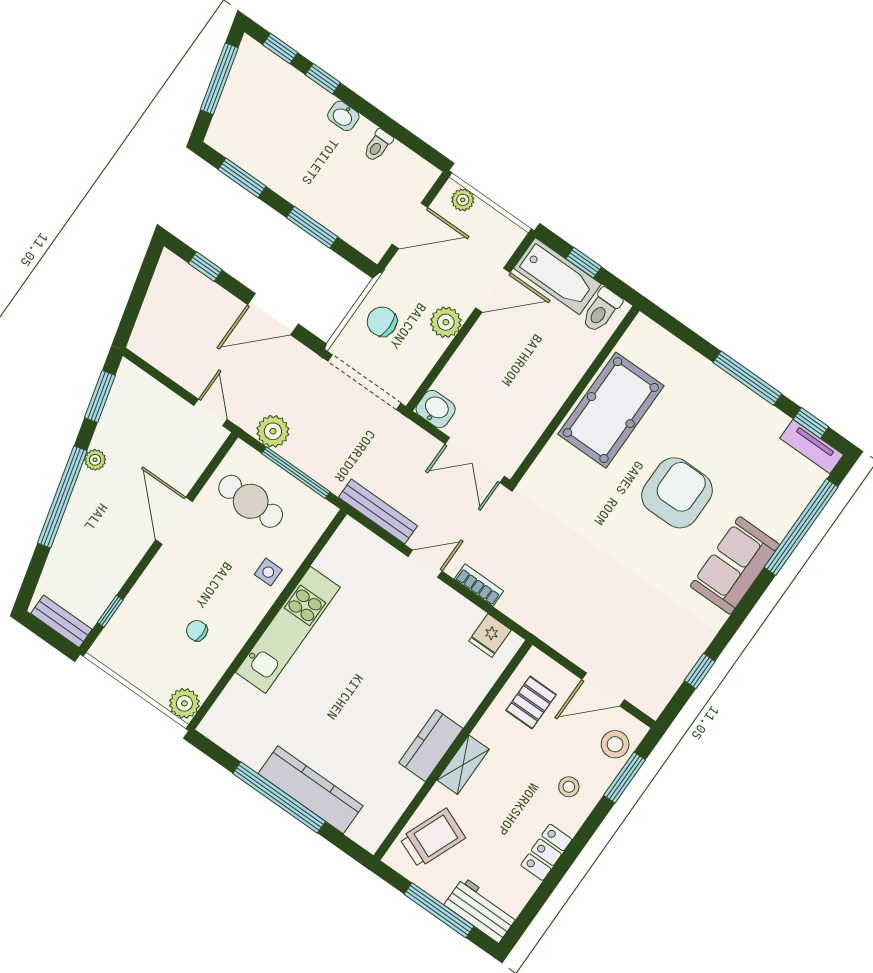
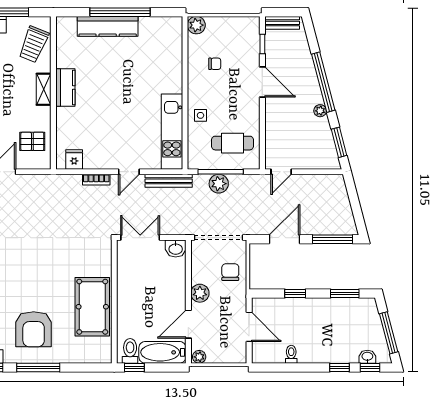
washbasin: (343, 116) -> (367, 357), moved
plant: (463, 200) -> (199, 357), moved
door: (410, 226) -> (249, 327), swing flipped
window: (312, 227) -> (295, 293), width x0.67
window: (584, 263) -> (134, 367), moved
window: (205, 267) -> (332, 239), width x2.17
chair: (382, 322) -> (230, 272), turned -90
door: (211, 413) -> (281, 172), hinge flipped
plant: (273, 431) -> (219, 184), moved
armchair: (677, 493) -> (34, 329), moved
door: (174, 521) -> (262, 82), moved
kitchen unit: (288, 630) -> (172, 132), moved
pallet: (531, 702) -> (32, 141), turned 90

